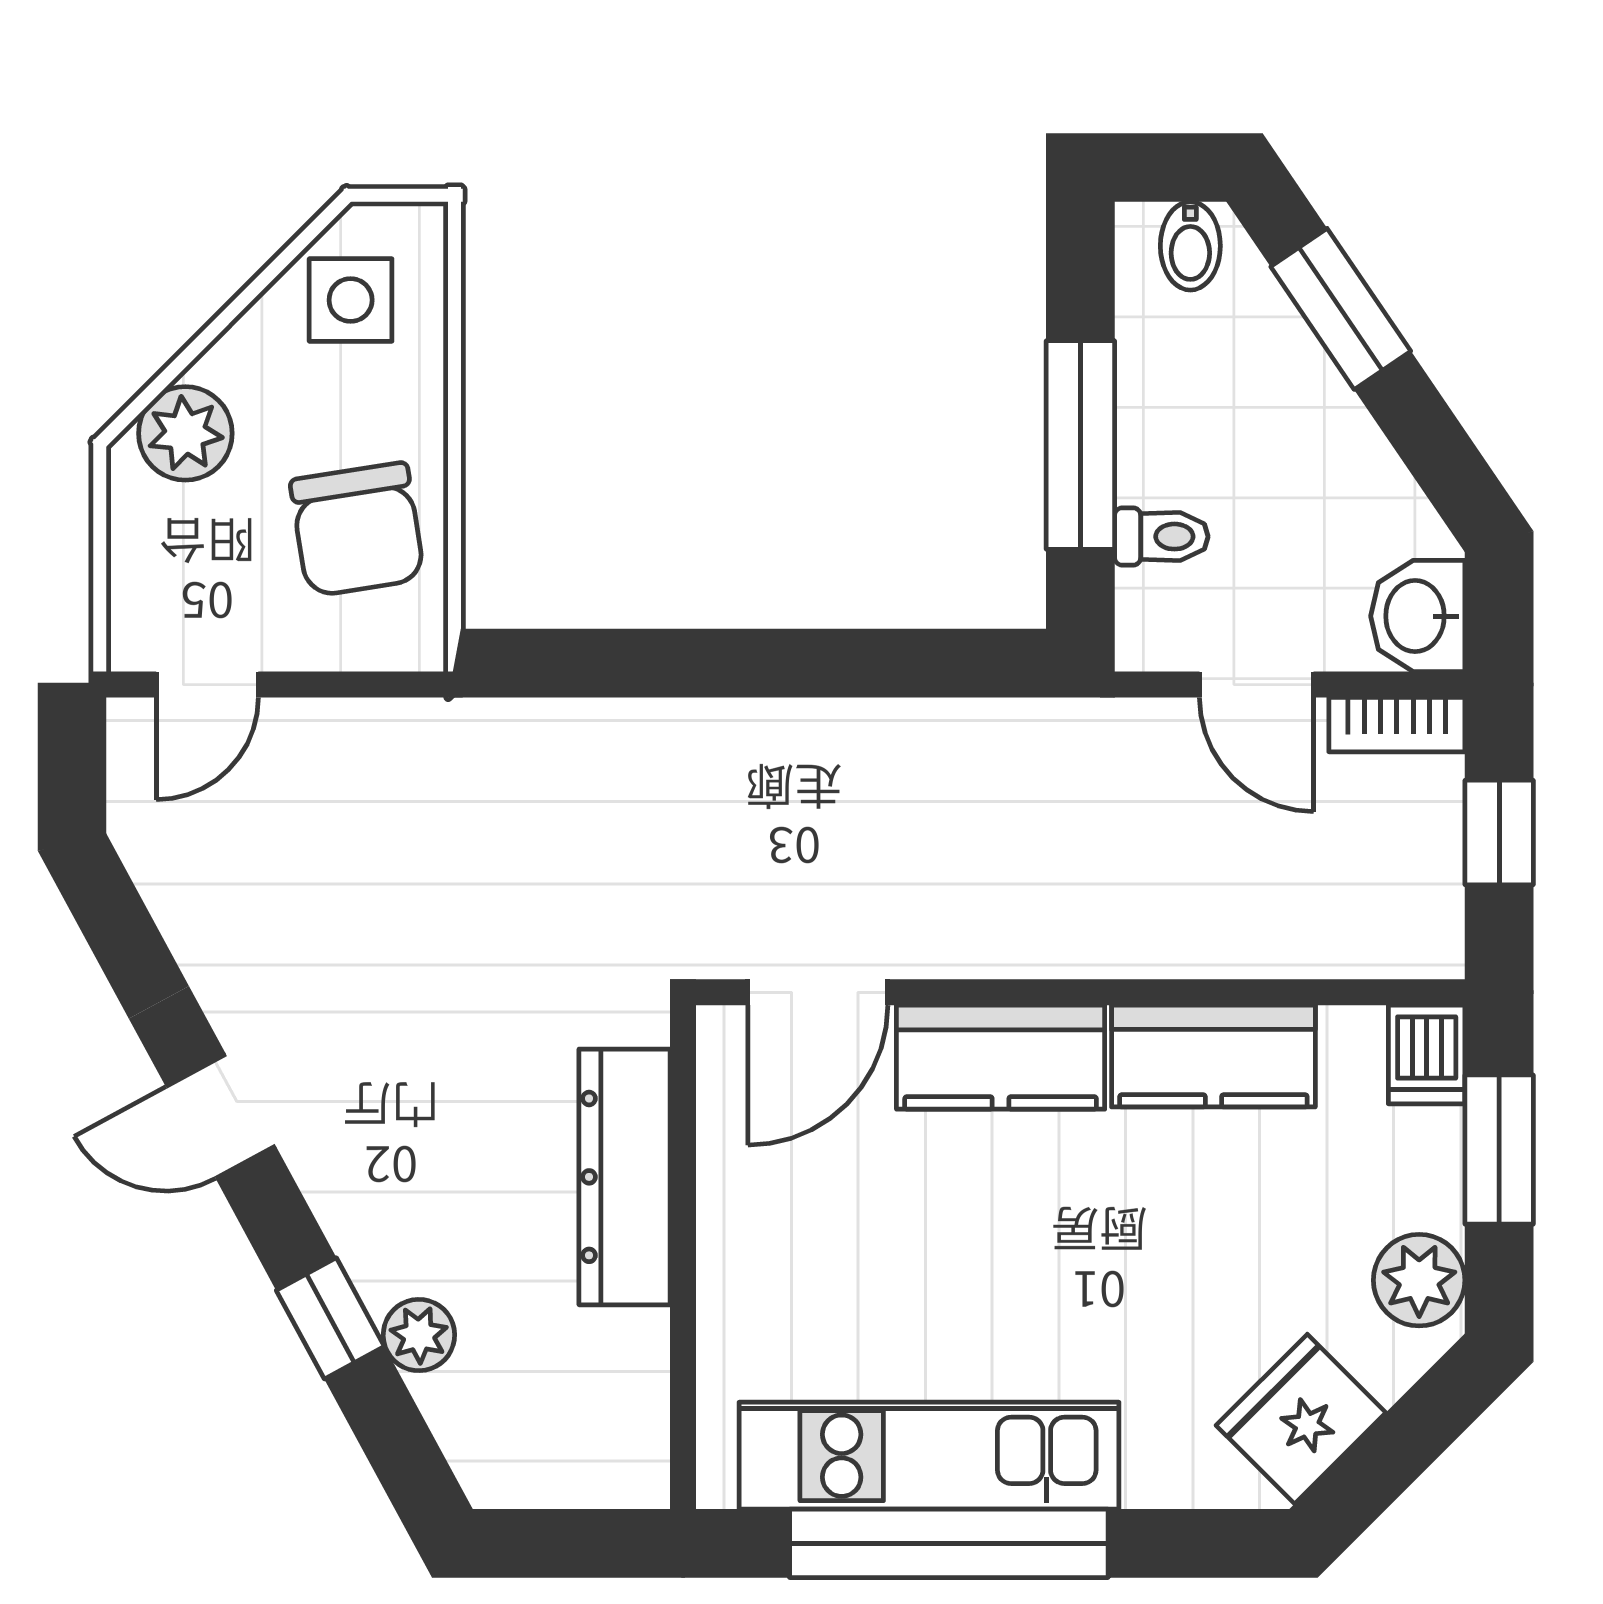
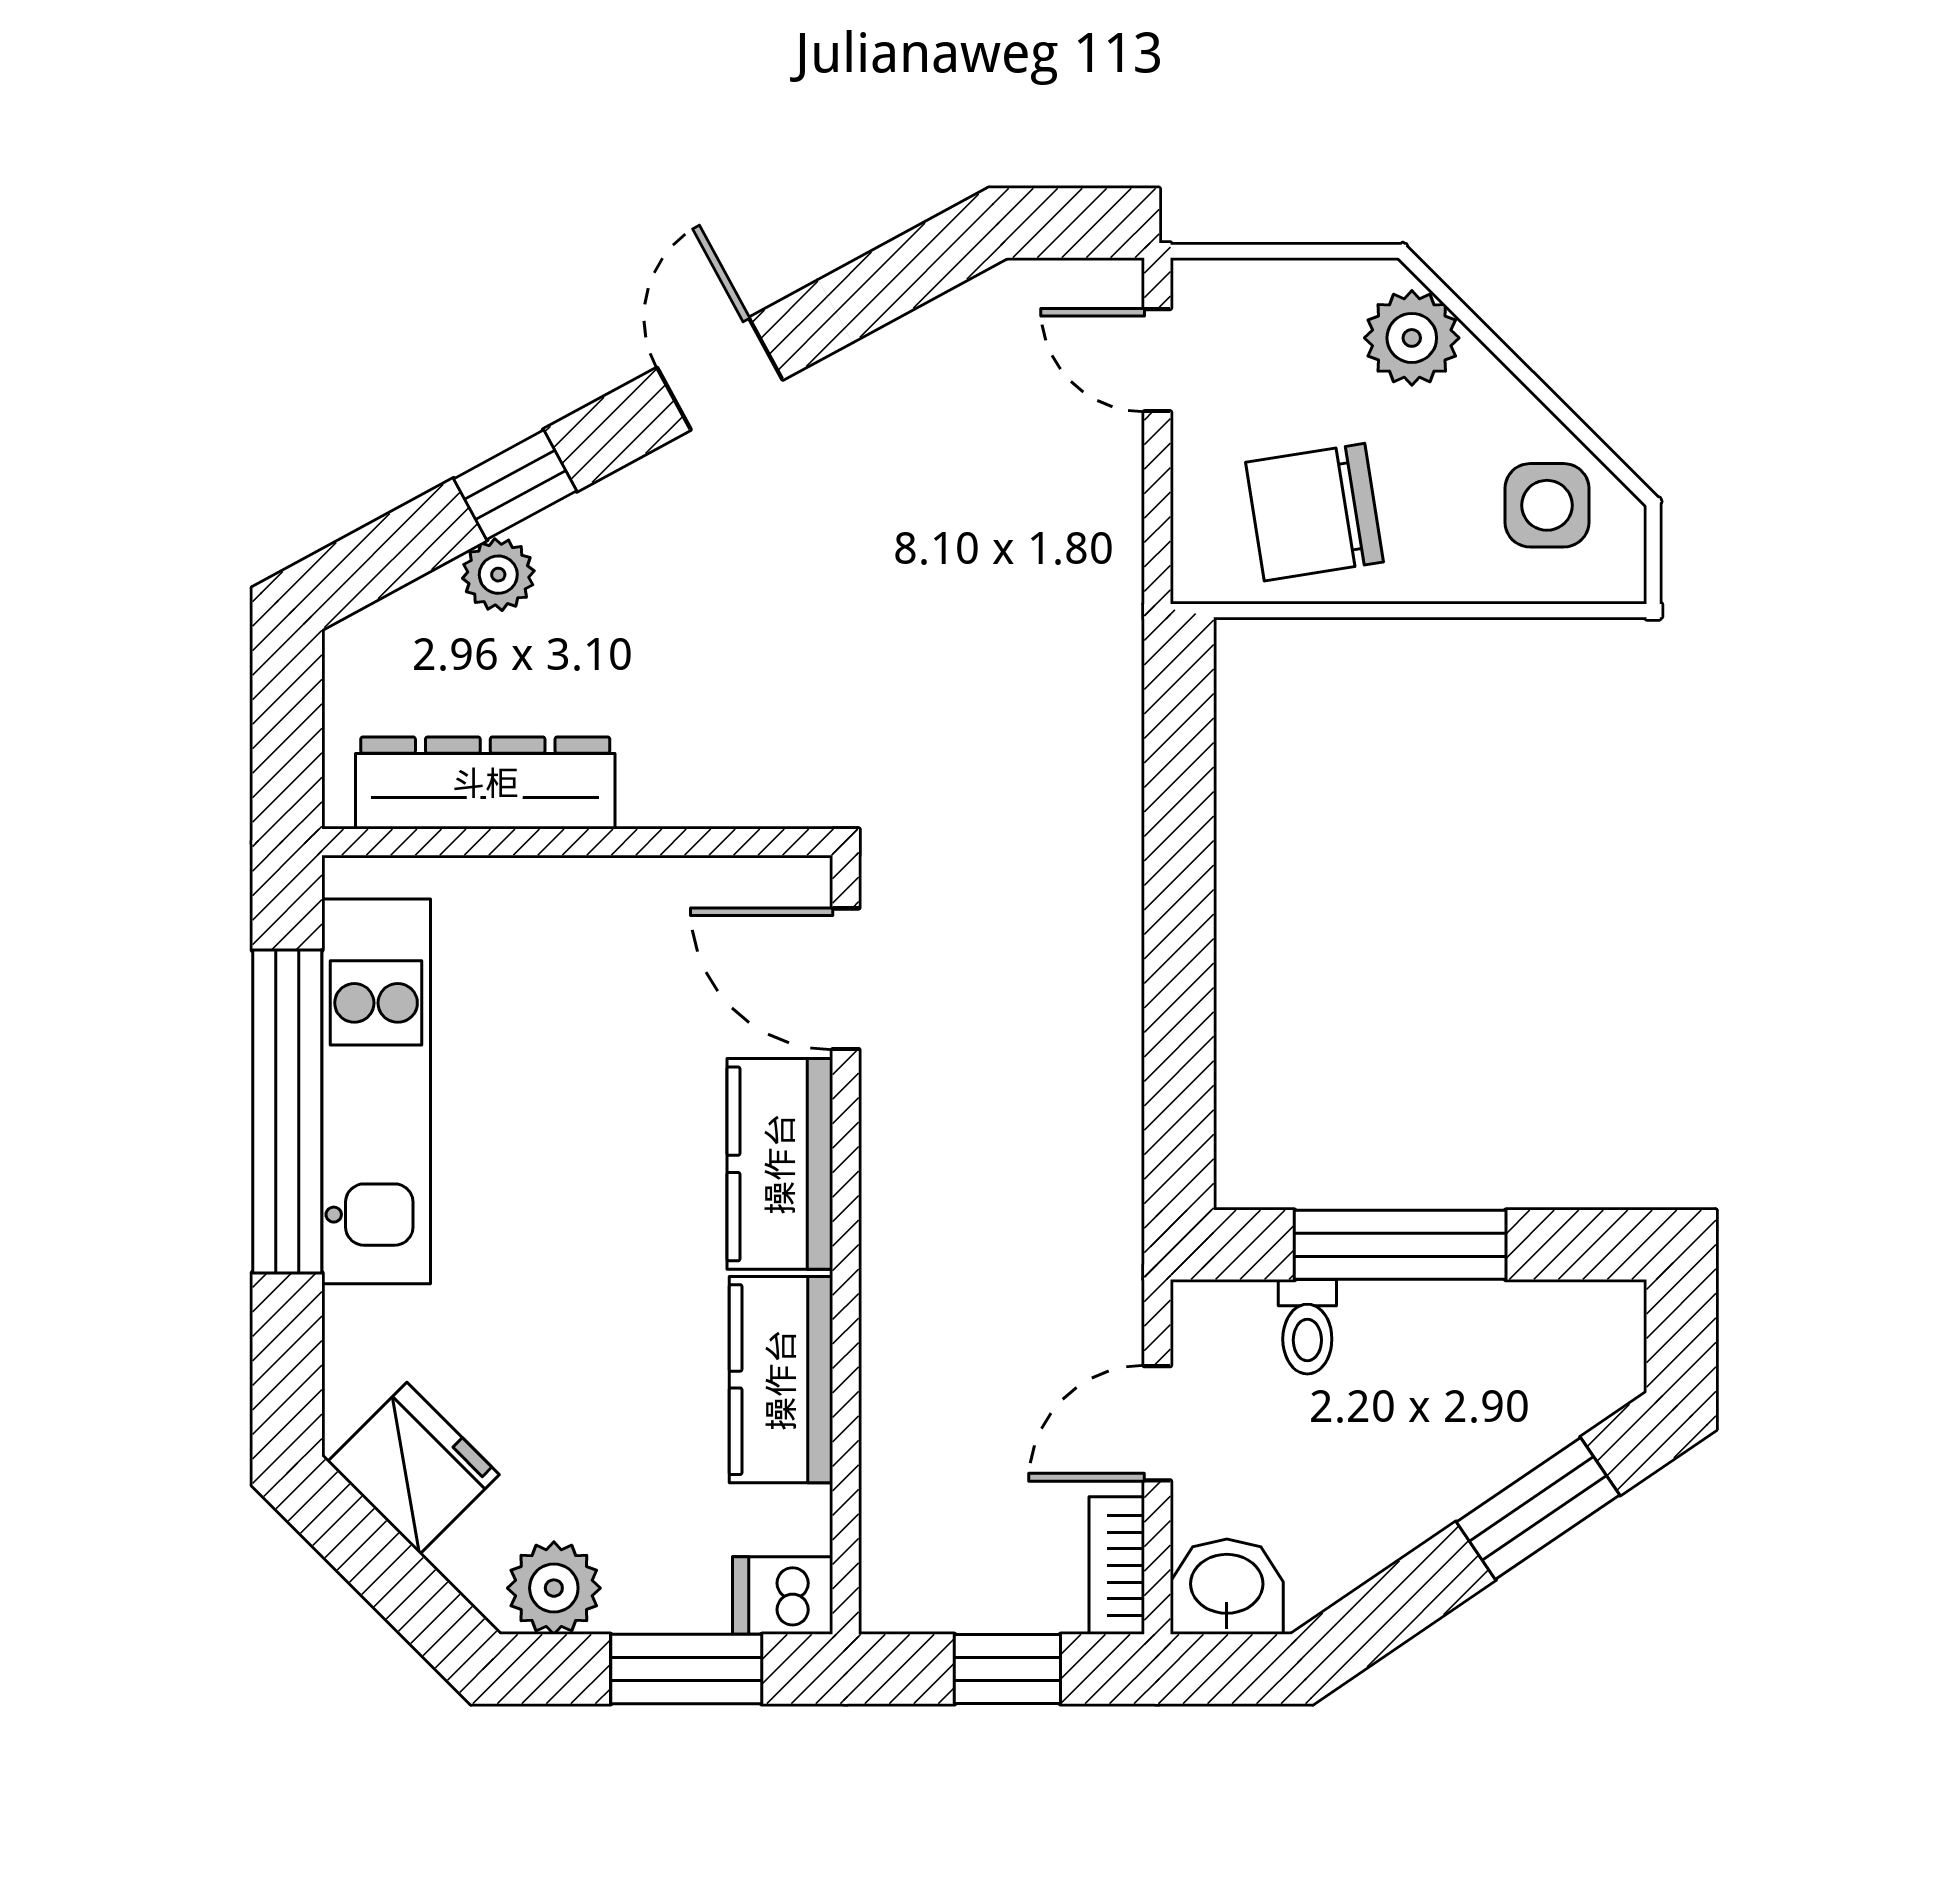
bidet: (1190, 246) -> (1602, 1356), removed
dresser: (625, 1177) -> (485, 783), moved

